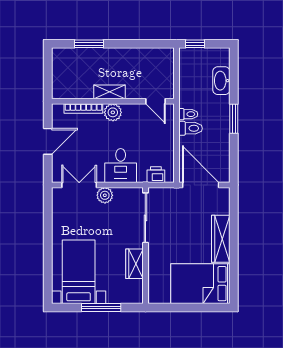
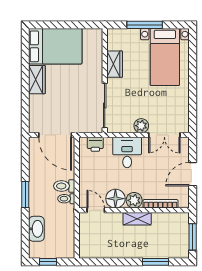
window: (195, 44) -> (48, 262), moved
window: (48, 72) -> (193, 237), added
floor lamp: (134, 114) -> (115, 199), added
wardrobe: (221, 239) -> (37, 80), width x0.67

